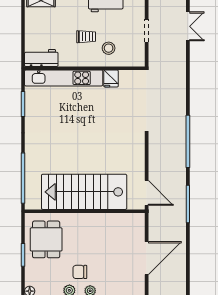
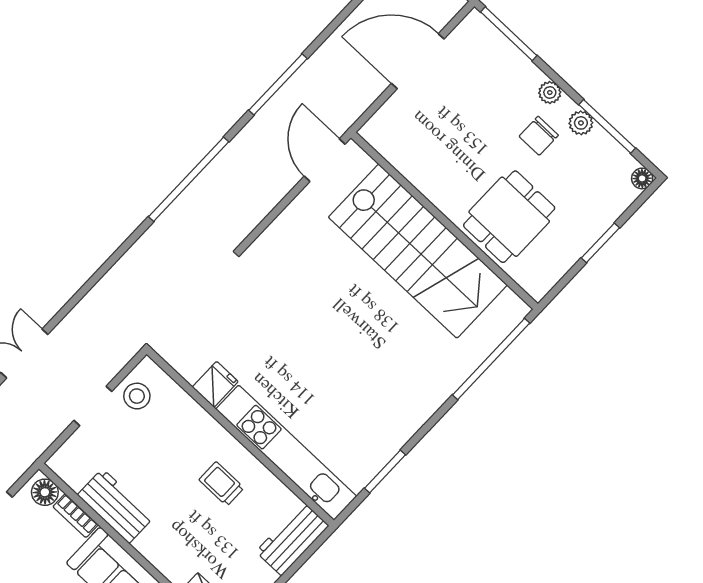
trolley: (86, 37) -> (221, 484), moved
stool: (109, 48) -> (137, 396), moved
workbench: (41, 58) -> (292, 539), moved, turned 90
dining table: (46, 239) -> (509, 217), moved
chair: (80, 272) -> (539, 136), turned 90

